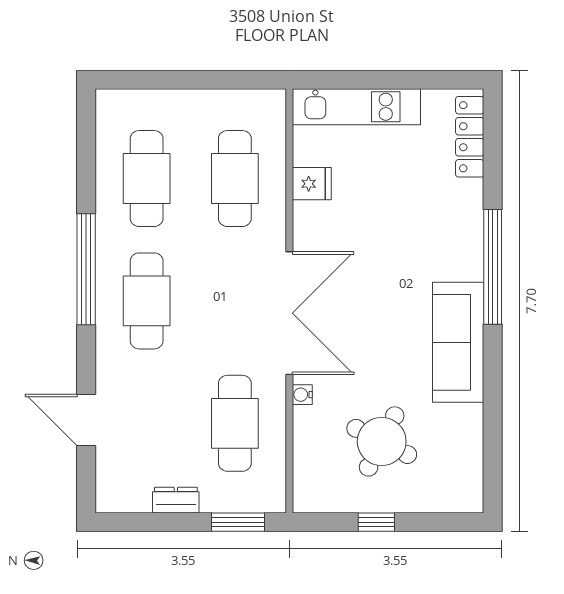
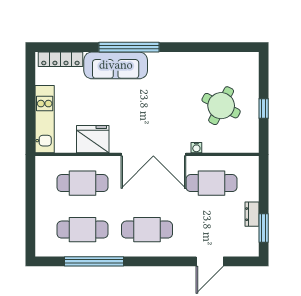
fridge: (312, 184) -> (93, 139), width x1.88, depth x1.34
window: (86, 269) -> (94, 261), moved
double door: (289, 313) -> (153, 154), swing flipped
sofa: (458, 342) -> (116, 65), moved
window: (238, 522) -> (264, 228), moved

